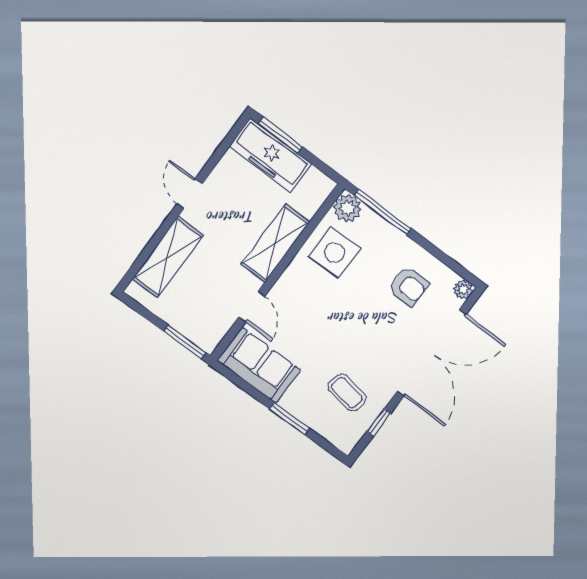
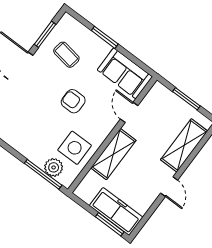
plant: (347, 208) -> (54, 167), moved
armchair: (408, 286) -> (73, 101), moved
window: (185, 342) -> (186, 99), moved
window: (379, 422) -> (45, 34), width x1.50

